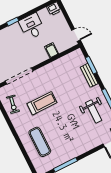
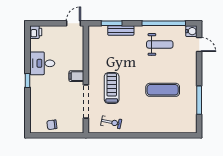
filing cabinet: (52, 50) -> (76, 76), moved
treadmill: (42, 103) -> (112, 88), moved
exercise mat: (40, 142) -> (163, 90), moved

